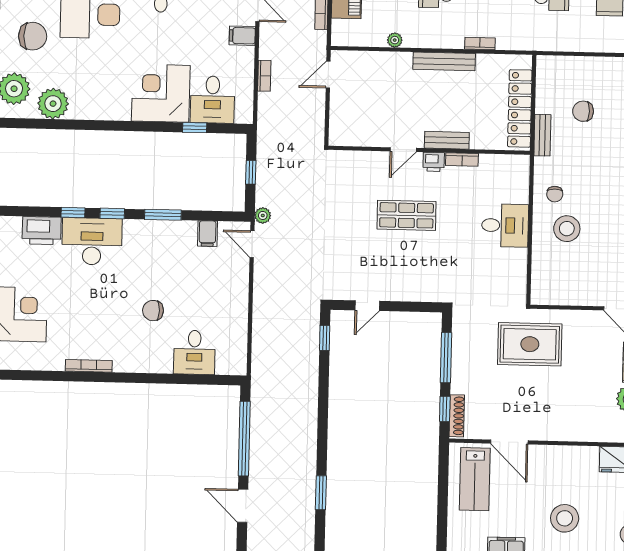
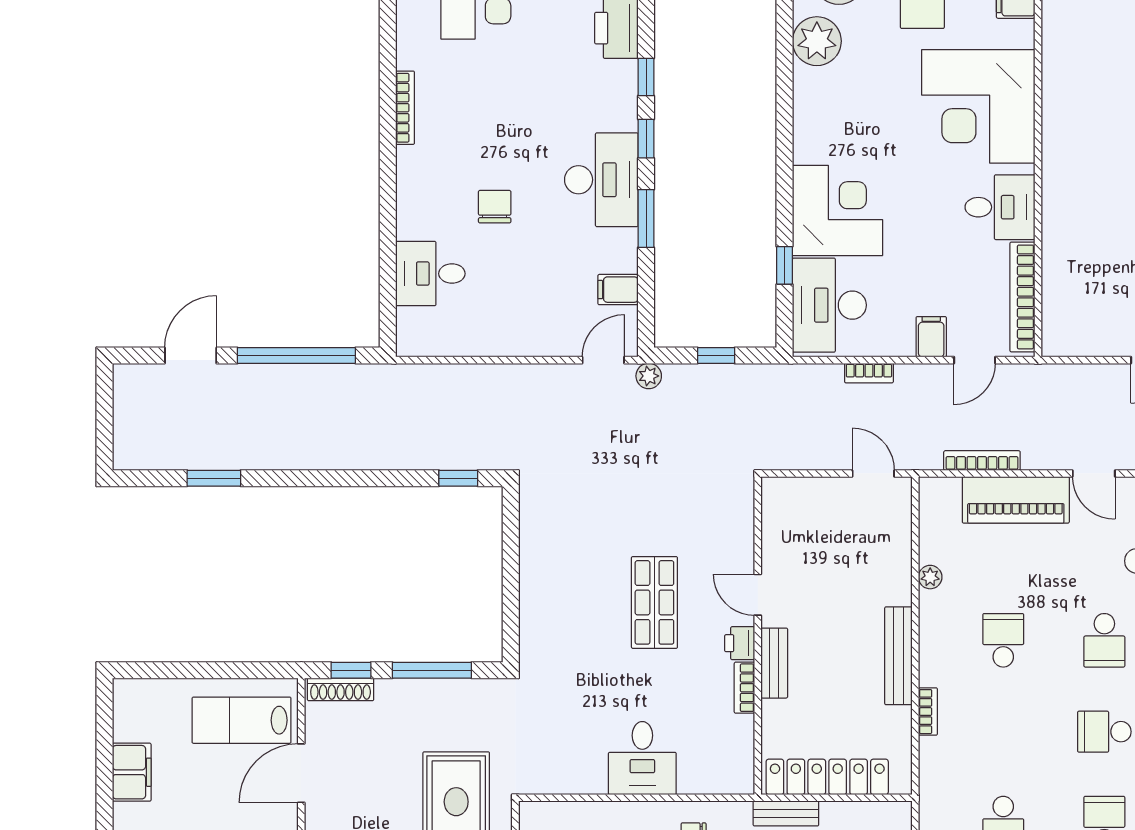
desk: (213, 100) -> (829, 305), width x1.37
desk: (92, 241) -> (601, 180), moved
door: (367, 306) -> (511, 544), removed

